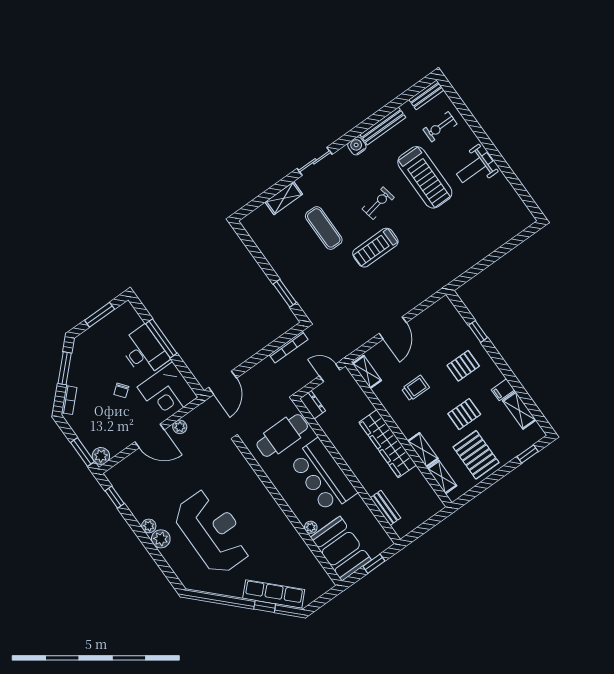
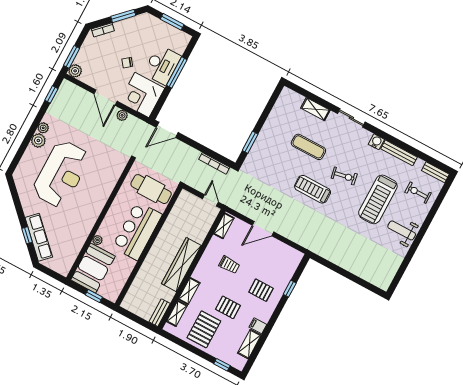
exercise mat: (324, 228) -> (308, 147), turned 90
dresser: (312, 405) -> (183, 199), removed
bench: (385, 508) -> (160, 313), moved

